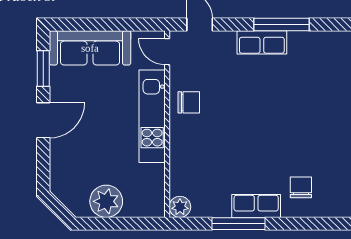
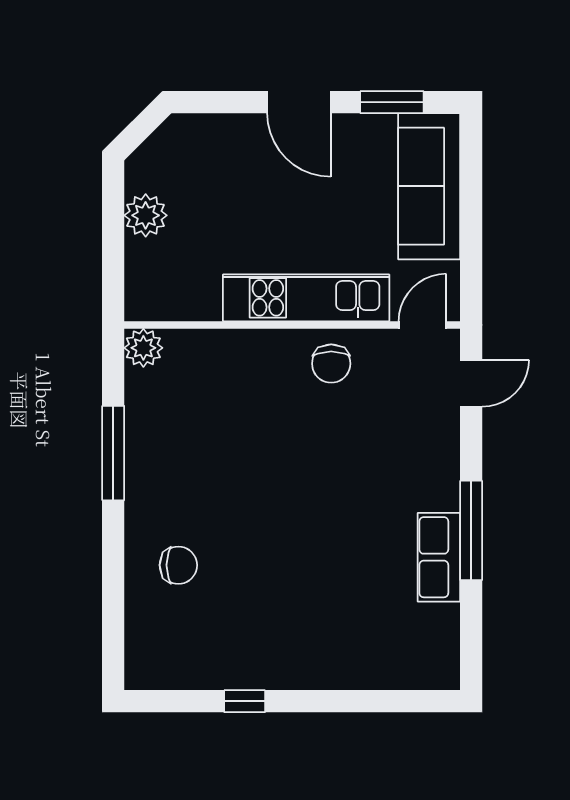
row of seats: (262, 42) -> (439, 557), moved
plant: (106, 201) -> (146, 215), width x0.73, depth x0.73
row of seats: (256, 206) -> (145, 485), removed

